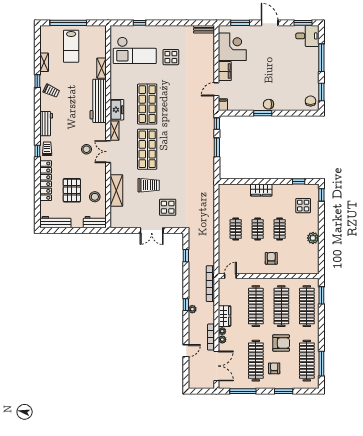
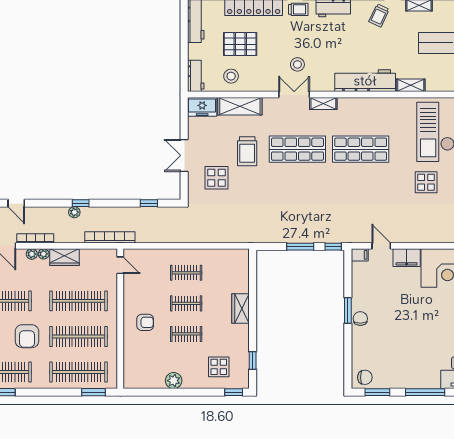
freezer: (117, 110) -> (202, 107), moved

